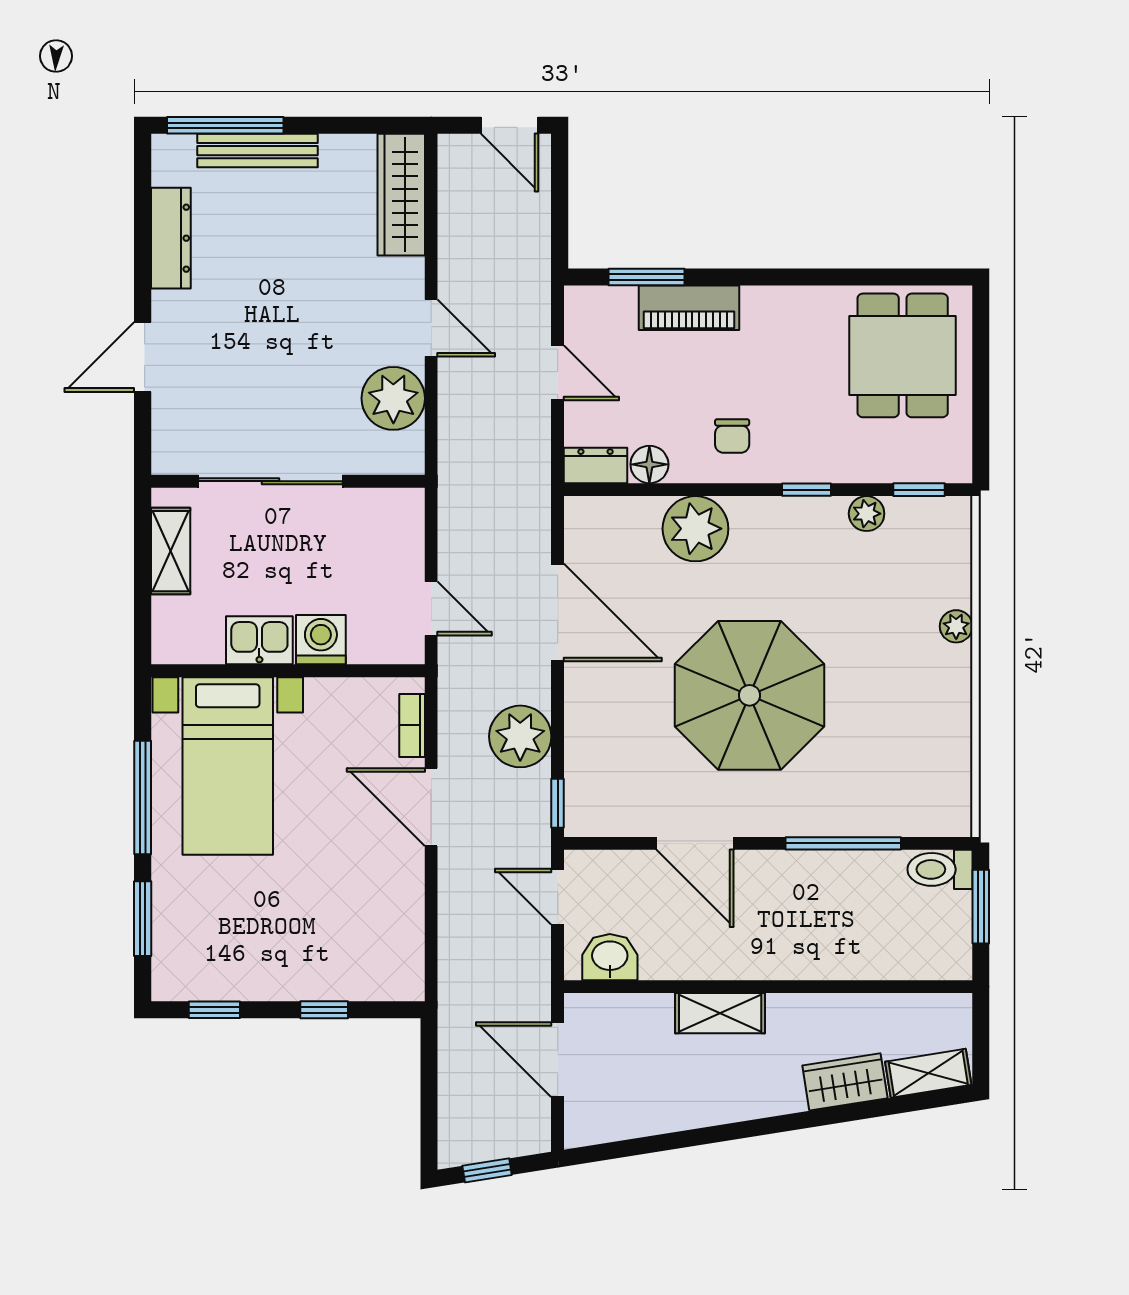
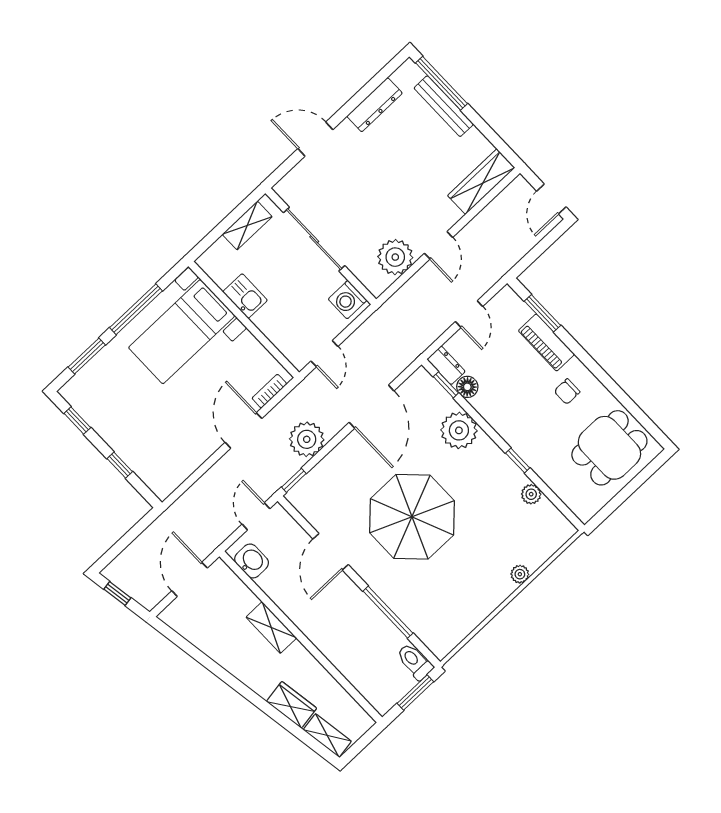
chair: (732, 436) -> (567, 392), moved
window: (919, 490) -> (446, 385), moved
washing machine: (321, 640) -> (348, 300), moved, turned 180

